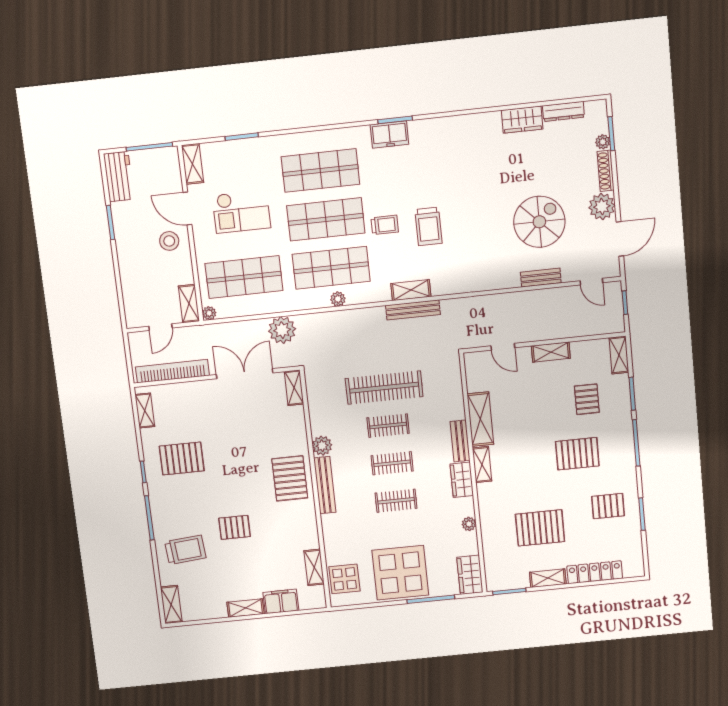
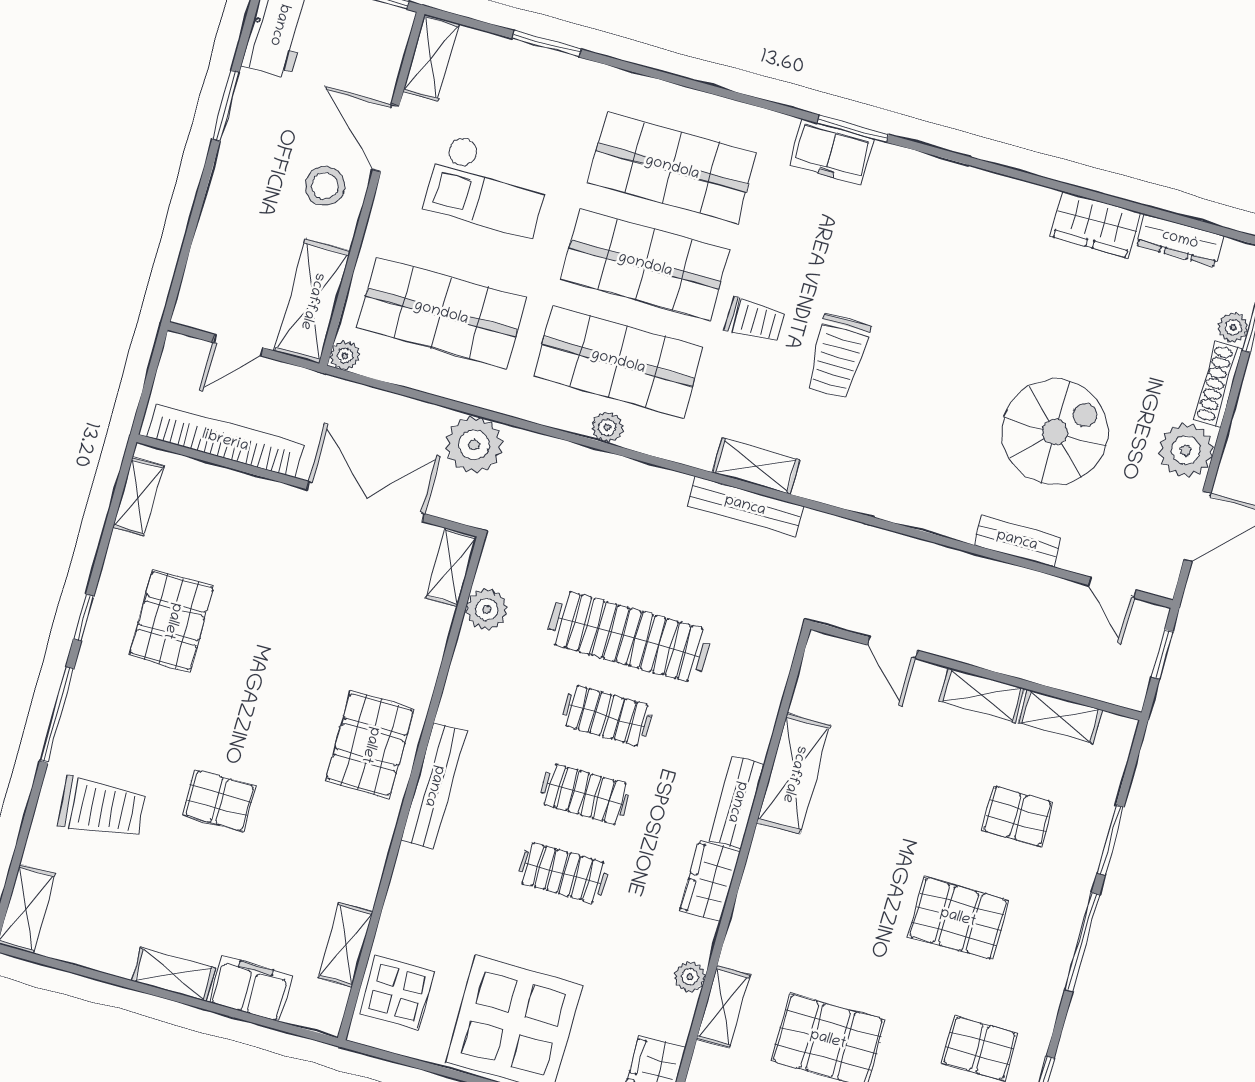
shelving: (189, 304) -> (312, 301), width x1.50, depth x1.33
shelving: (619, 355) -> (1060, 716), moved, turned 90
pallet: (587, 399) -> (1017, 816), turned 90
plant: (322, 446) -> (487, 609), moved
pallet: (182, 458) -> (172, 621), turned 90
shelving: (482, 464) -> (723, 1007), moved

